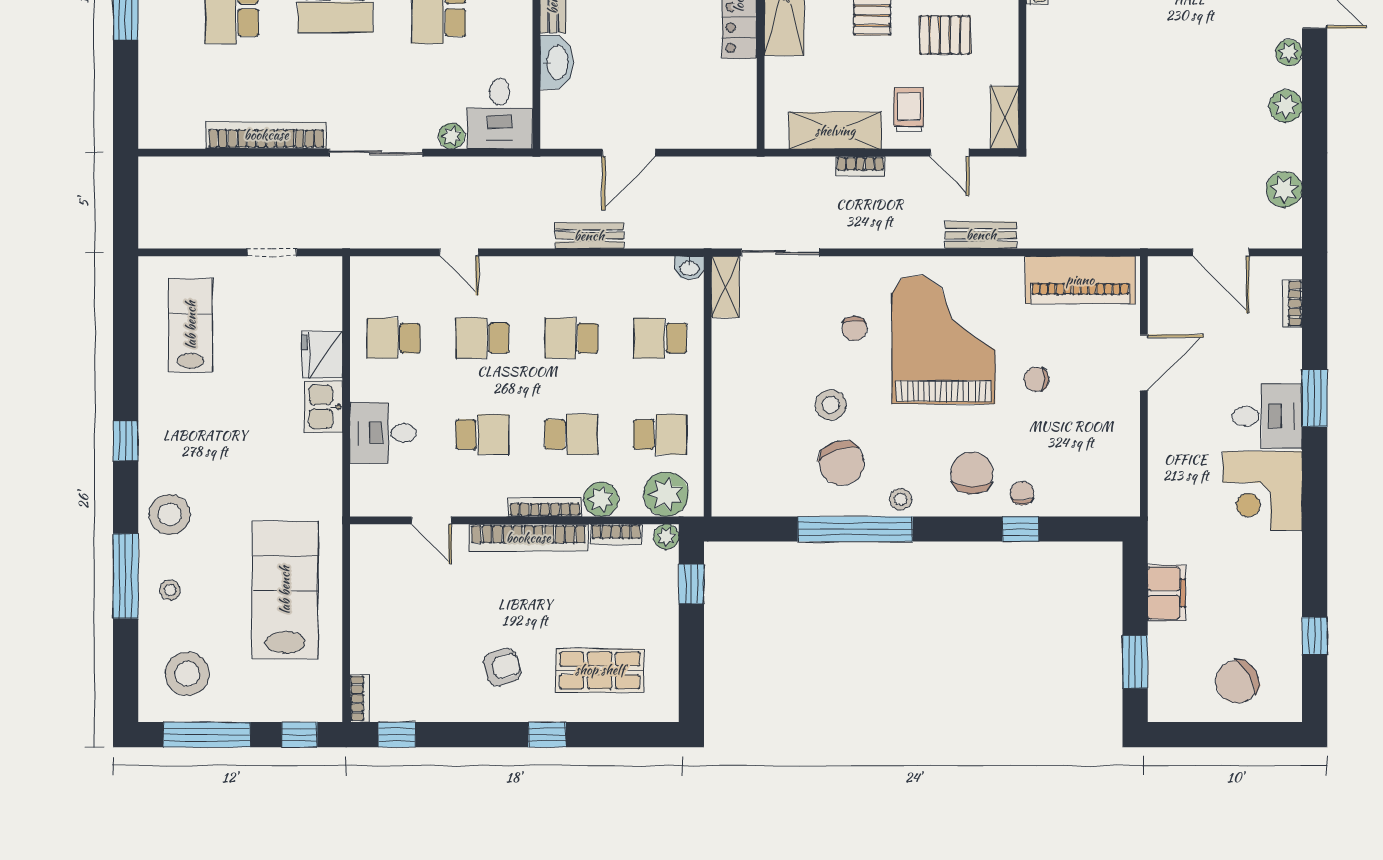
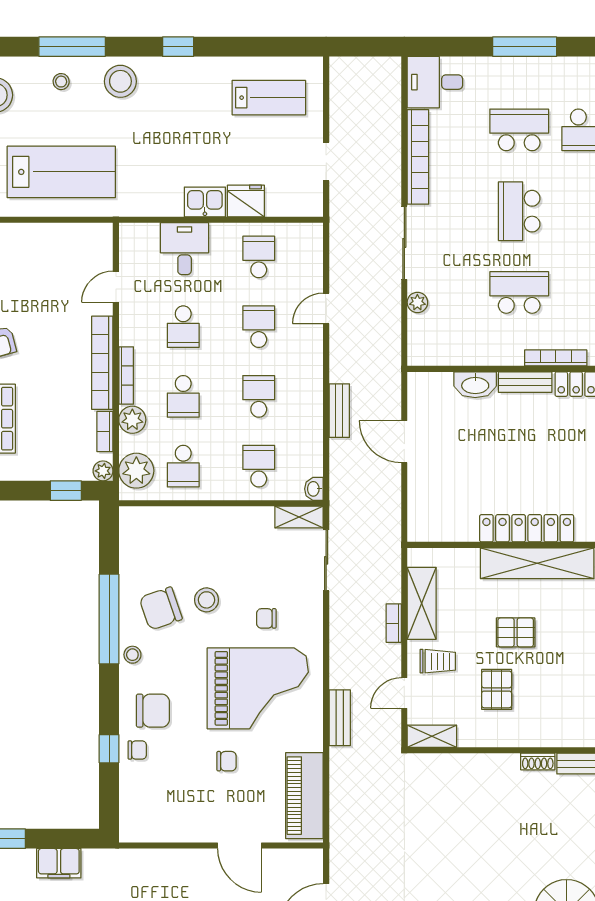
desk: (500, 114) -> (435, 82), moved
chair: (1036, 379) -> (227, 761), turned 90

